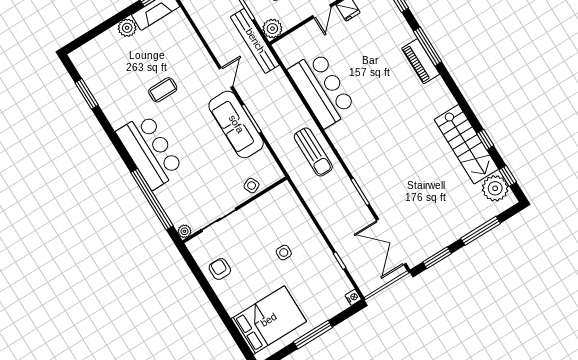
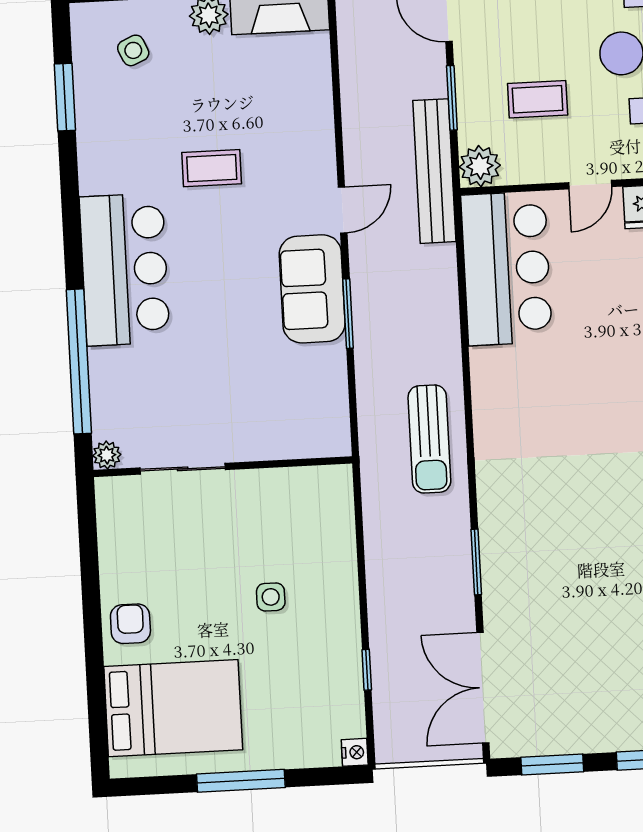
bar counter: (322, 89) -> (507, 268), moved
sofa: (236, 124) -> (312, 289), width x0.73
side table: (252, 186) -> (133, 50), moved
armchair: (220, 269) -> (130, 624), moved

